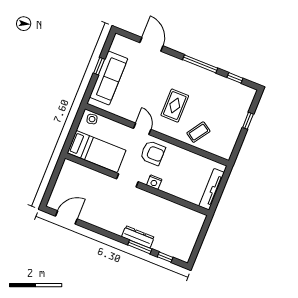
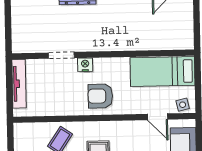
door: (142, 129) -> (157, 117), moved
doorway: (127, 180) -> (61, 55), moved

